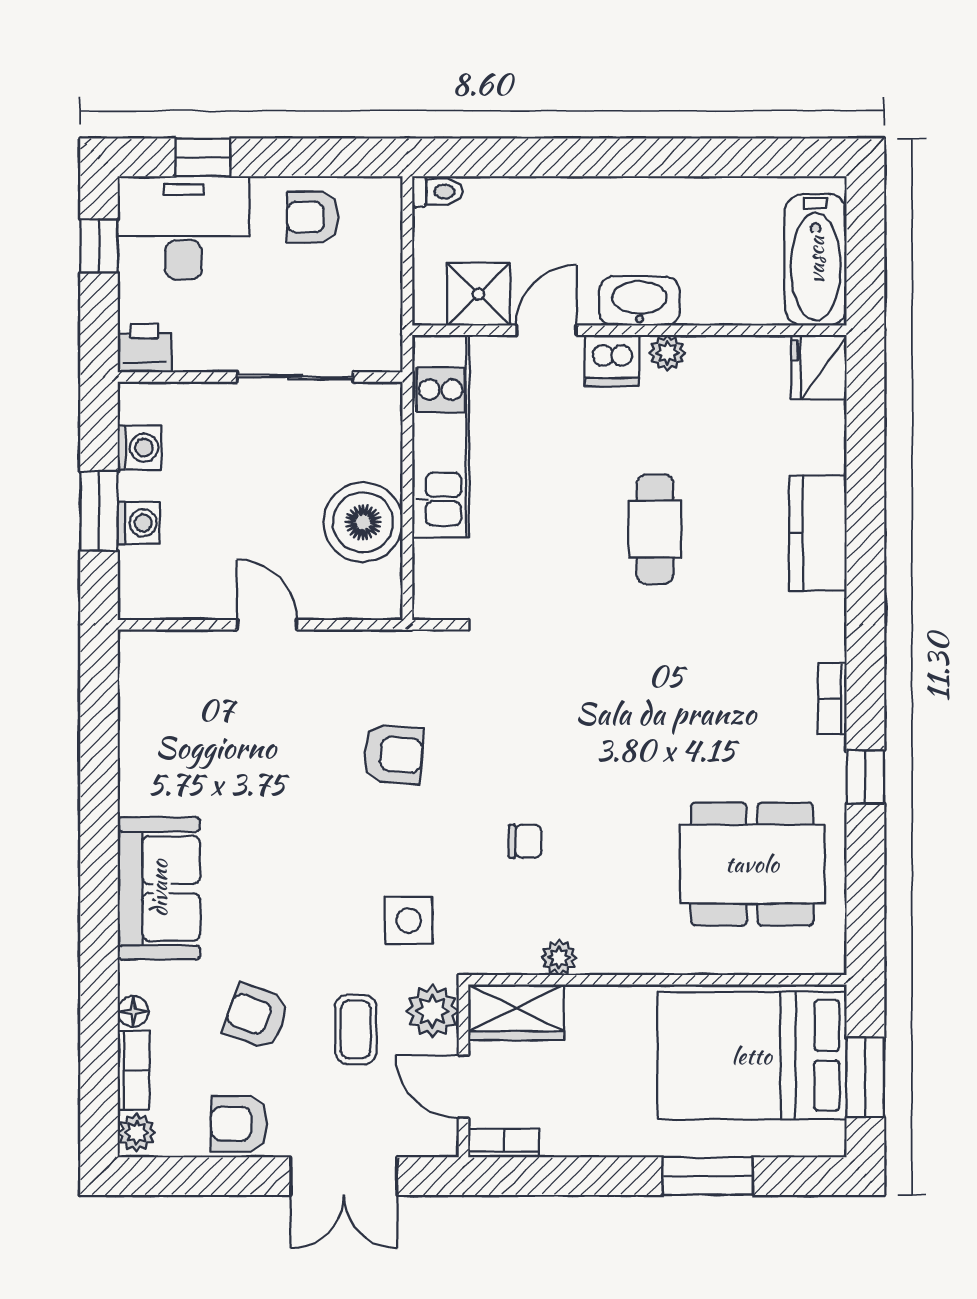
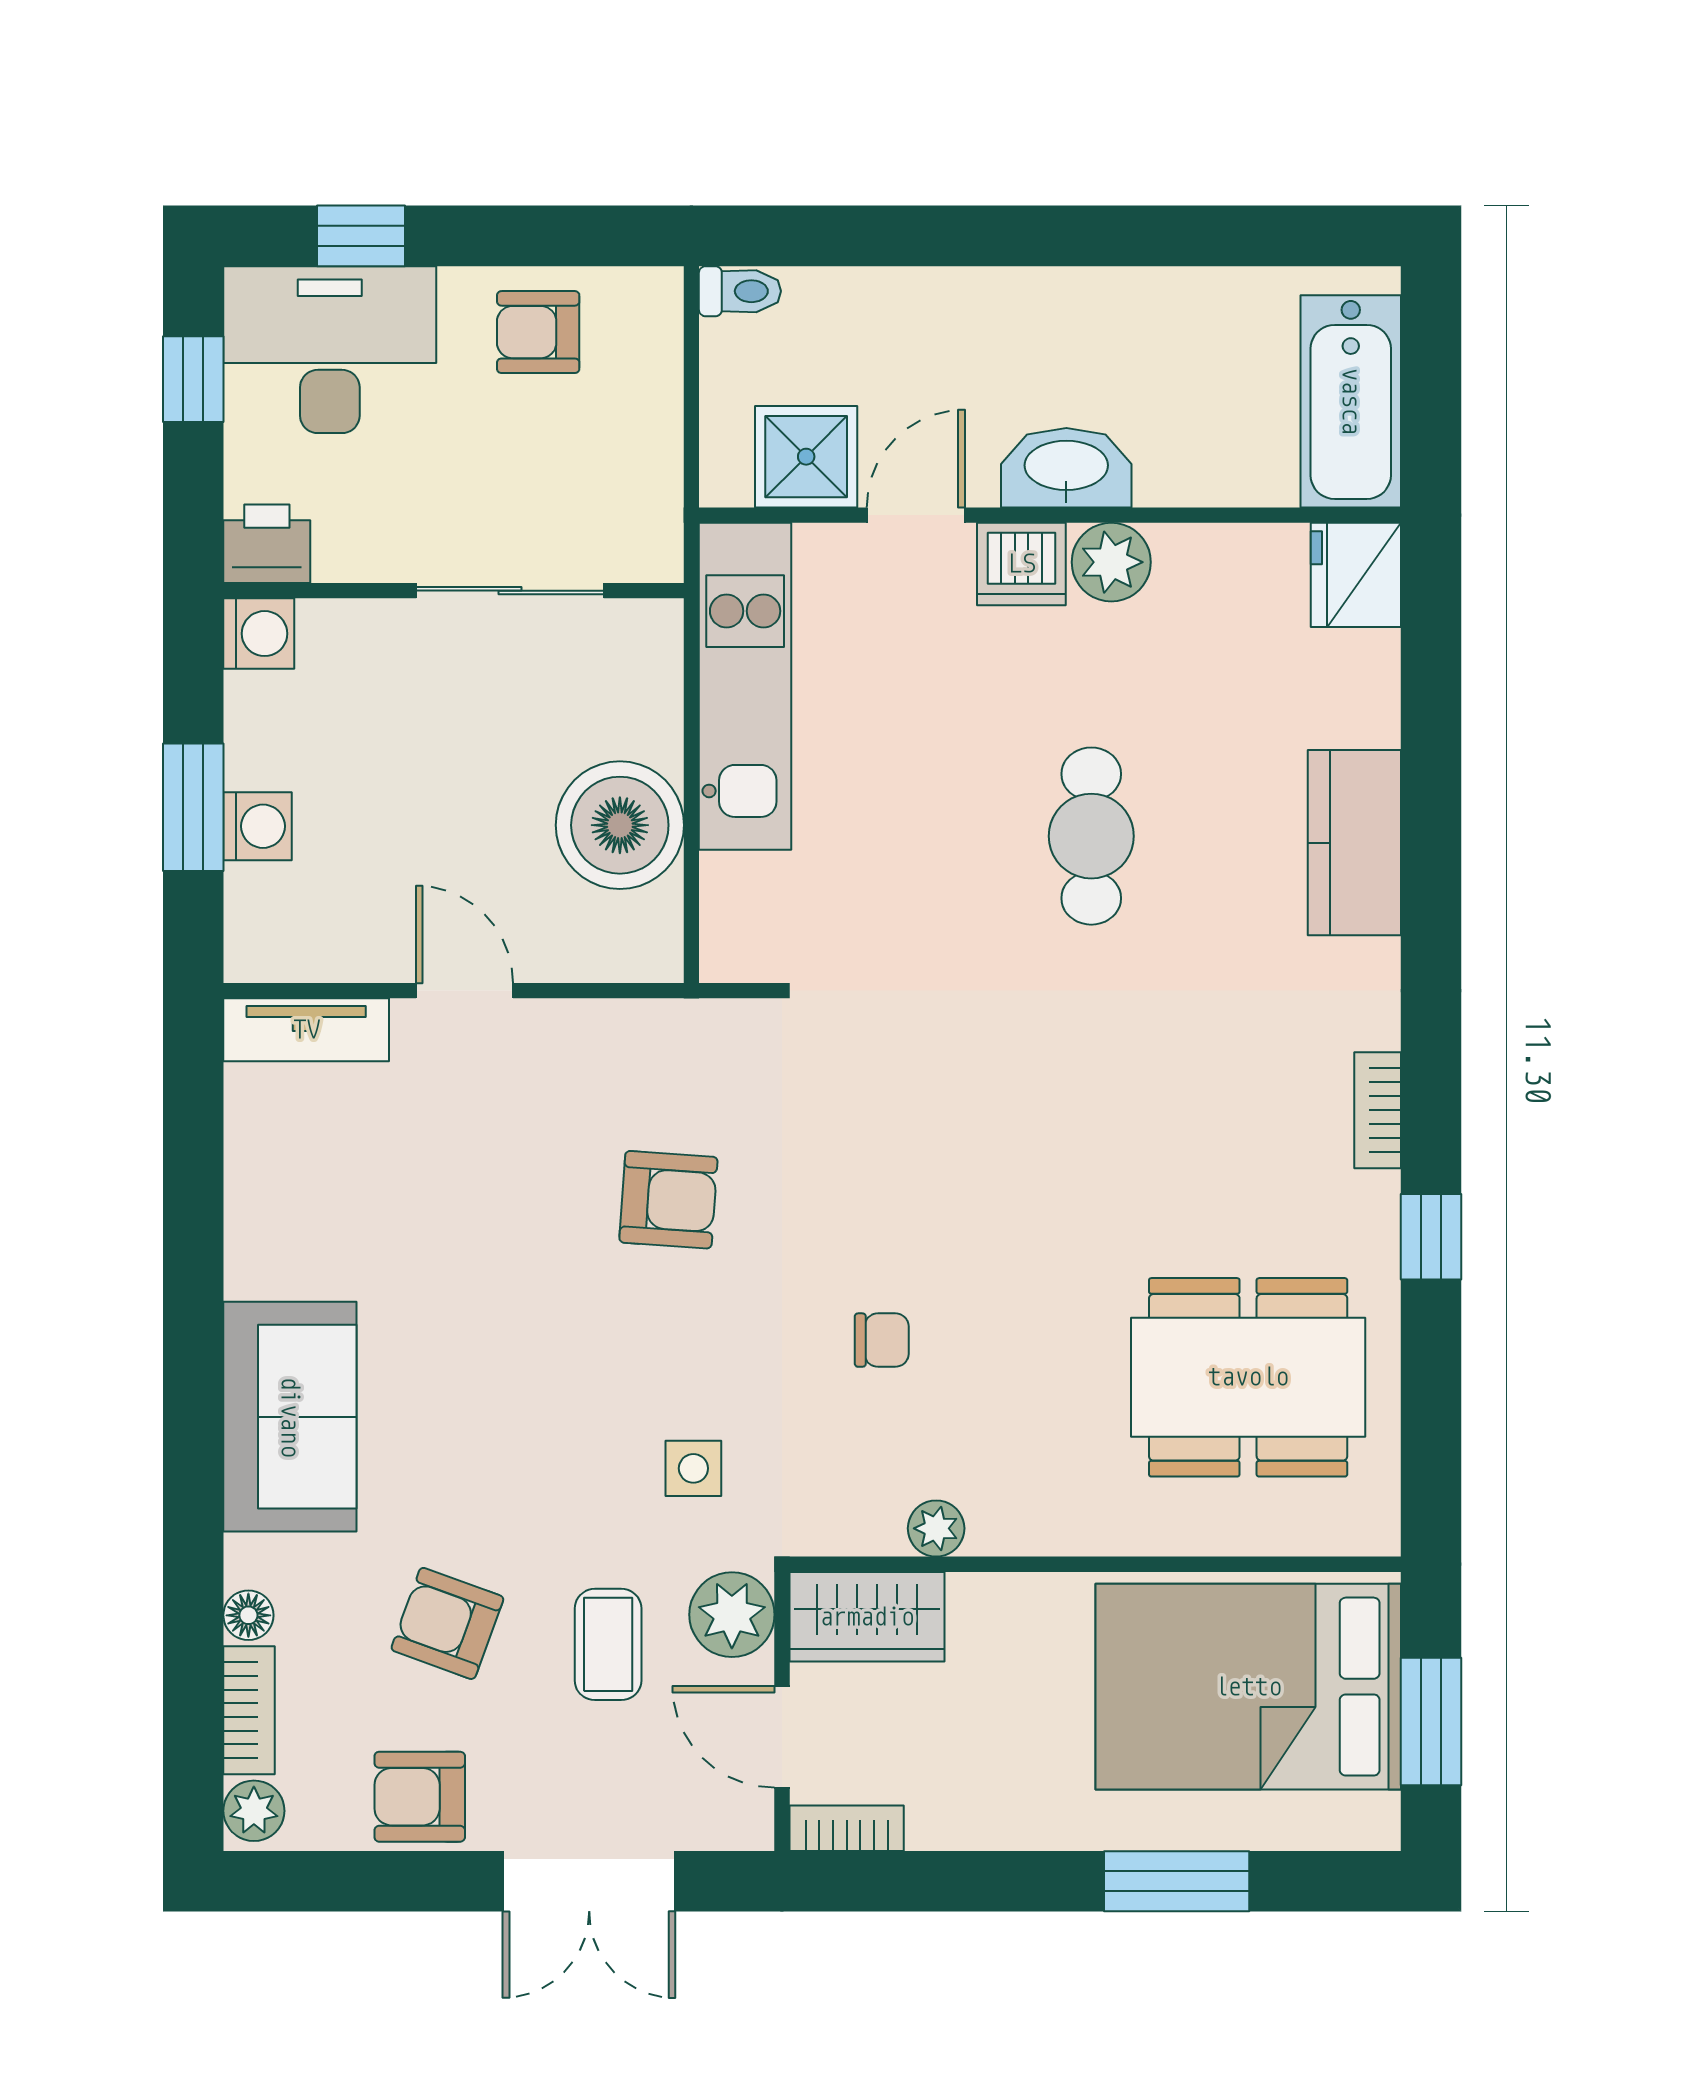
plant: (667, 353) -> (1111, 562), width x1.38, depth x1.38
washing machine: (140, 448) -> (259, 634), moved
tv unit: (169, 649) -> (306, 1030), added
side table: (409, 921) -> (693, 1468), width x0.73, depth x0.73

